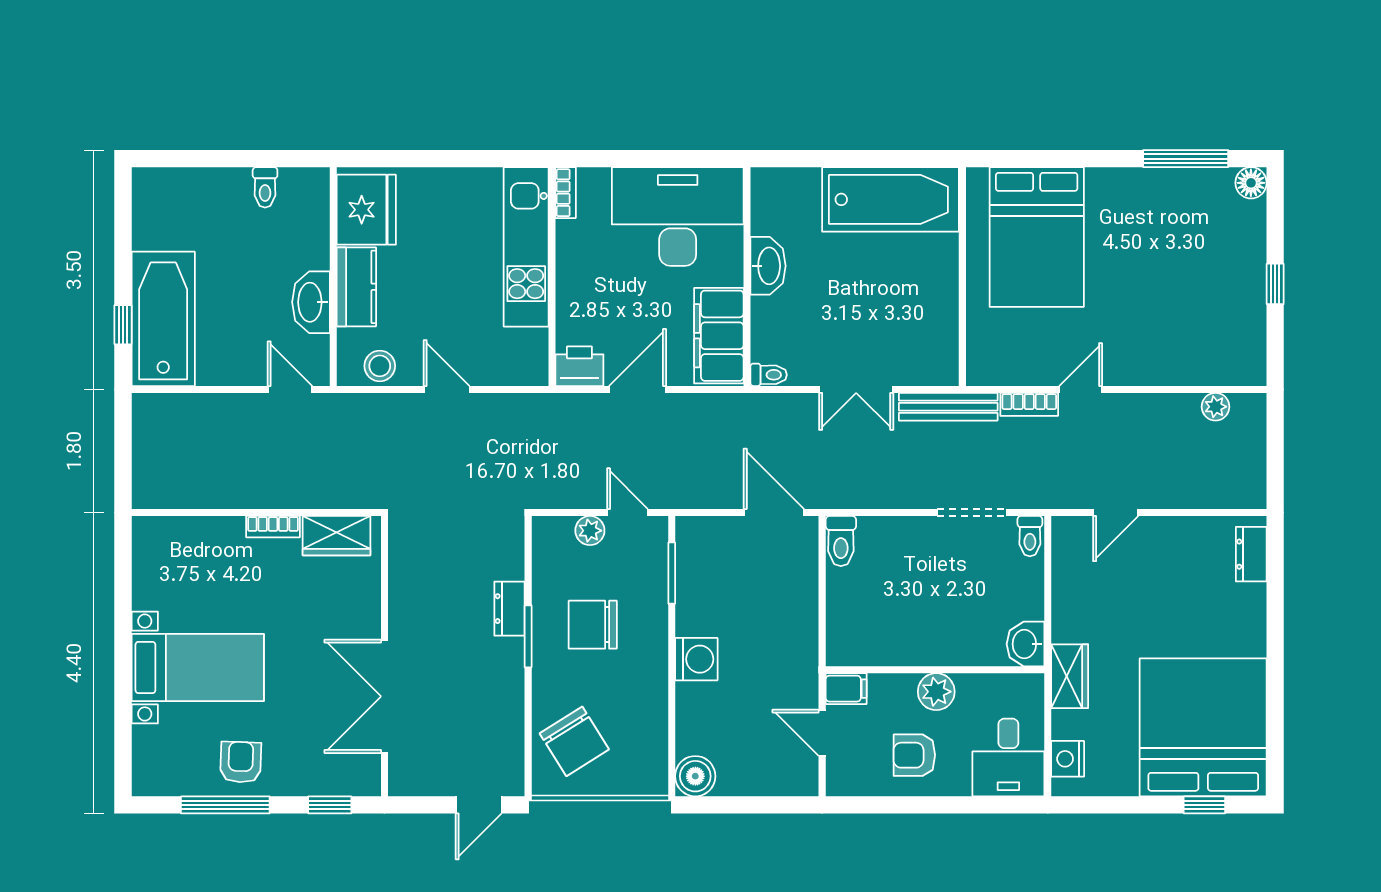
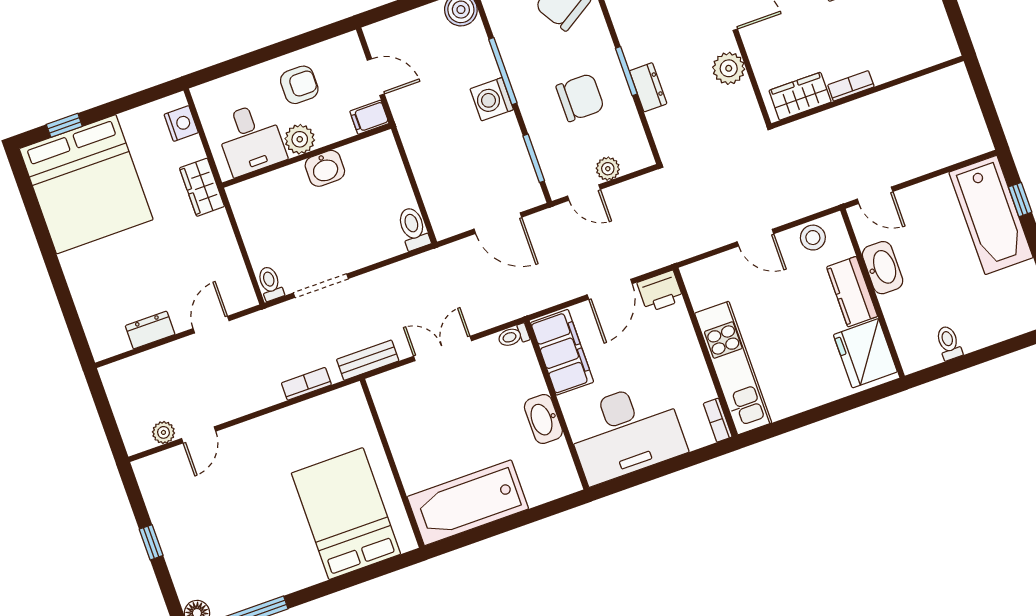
door: (1081, 389) -> (199, 435), moved
bench: (948, 407) -> (368, 360), width x0.73
door: (774, 513) -> (498, 223), moved
dresser: (1251, 554) -> (150, 330), moved, turned -90
plant: (408, 597) -> (729, 68), added
washbasin: (1025, 644) -> (325, 168), moved, turned 90
window: (672, 687) -> (503, 71), added
desk: (1008, 757) -> (251, 139), moved, turned 180

